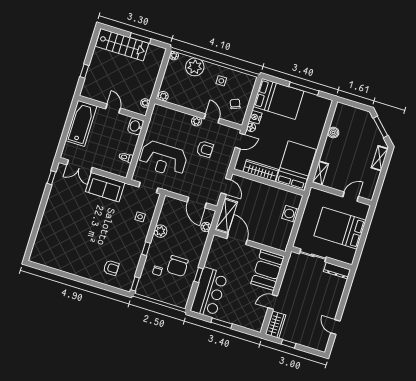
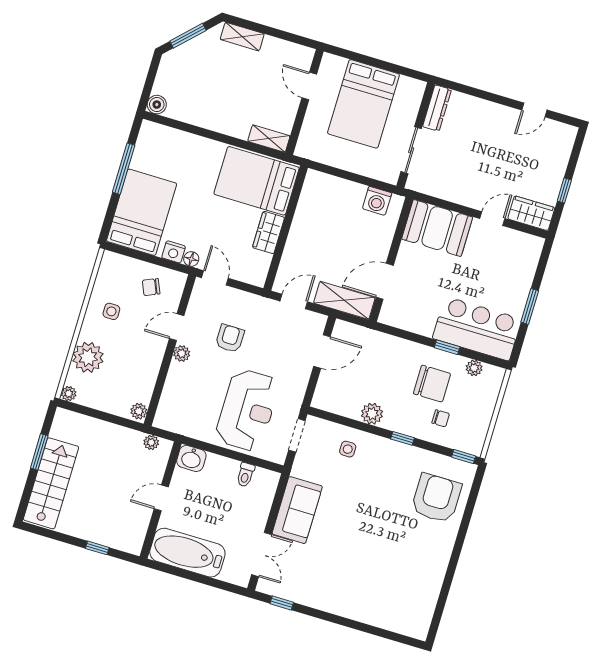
boiler: (333, 133) -> (157, 105), moved
wardrobe: (261, 171) -> (268, 232), width x0.67
washing machine: (290, 214) -> (377, 201), moved
plant: (206, 227) -> (474, 368), moved
armchair: (111, 268) -> (436, 498), width x1.88, depth x1.88
door: (273, 302) -> (492, 219), swing flipped

